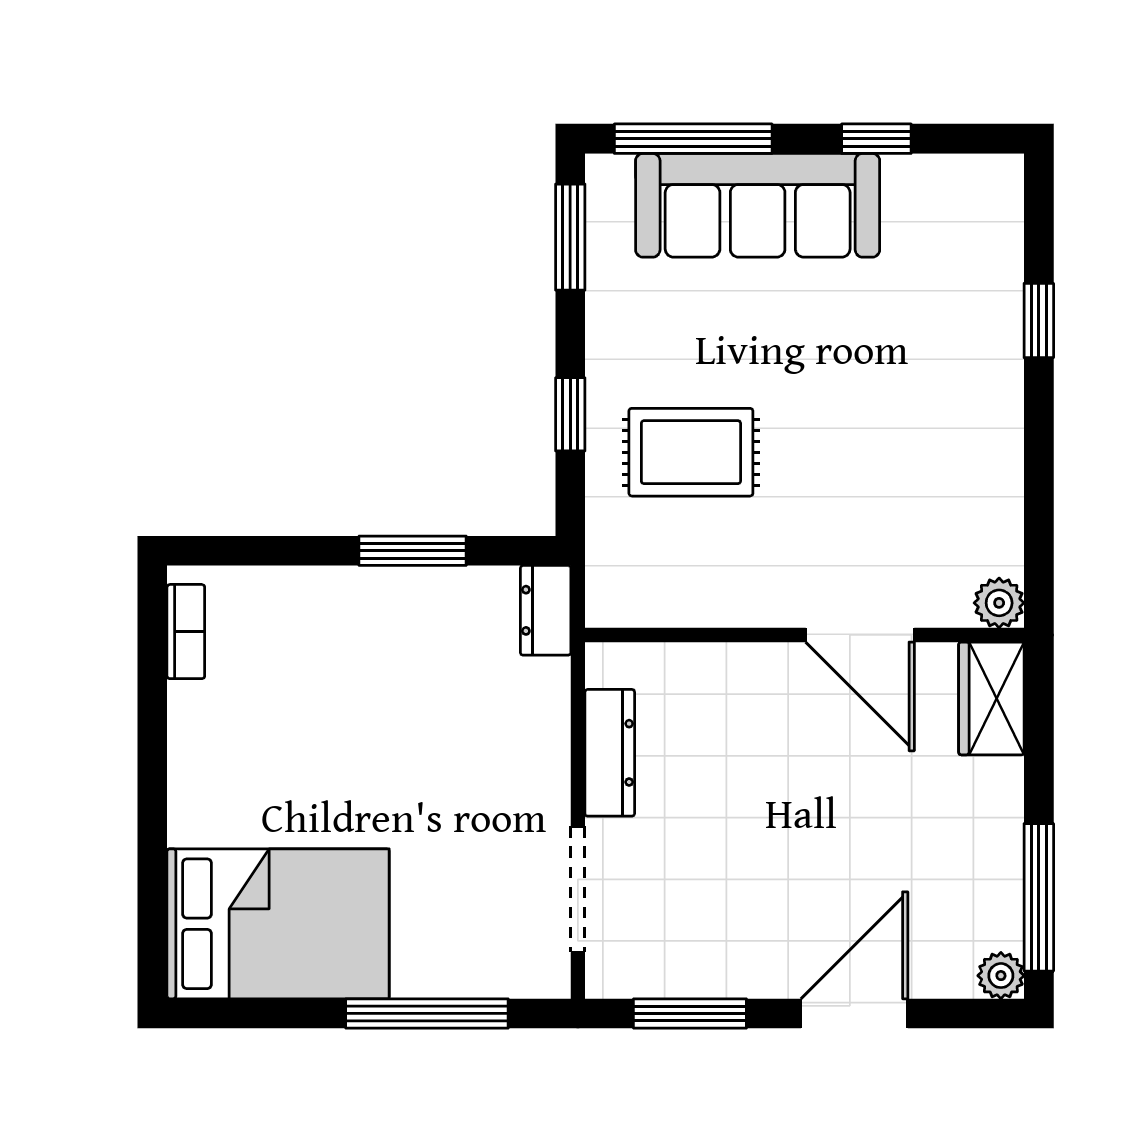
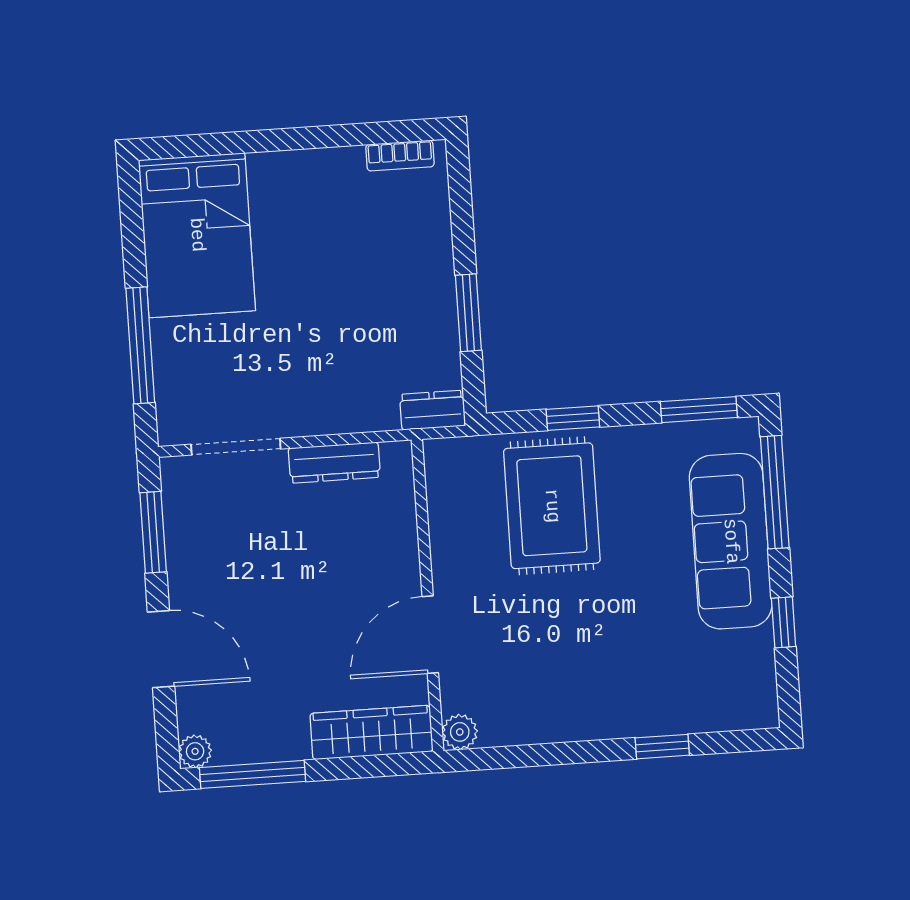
rug: (691, 452) -> (552, 506), width x1.36, depth x1.43
wardrobe: (991, 698) -> (371, 732), width x1.50

